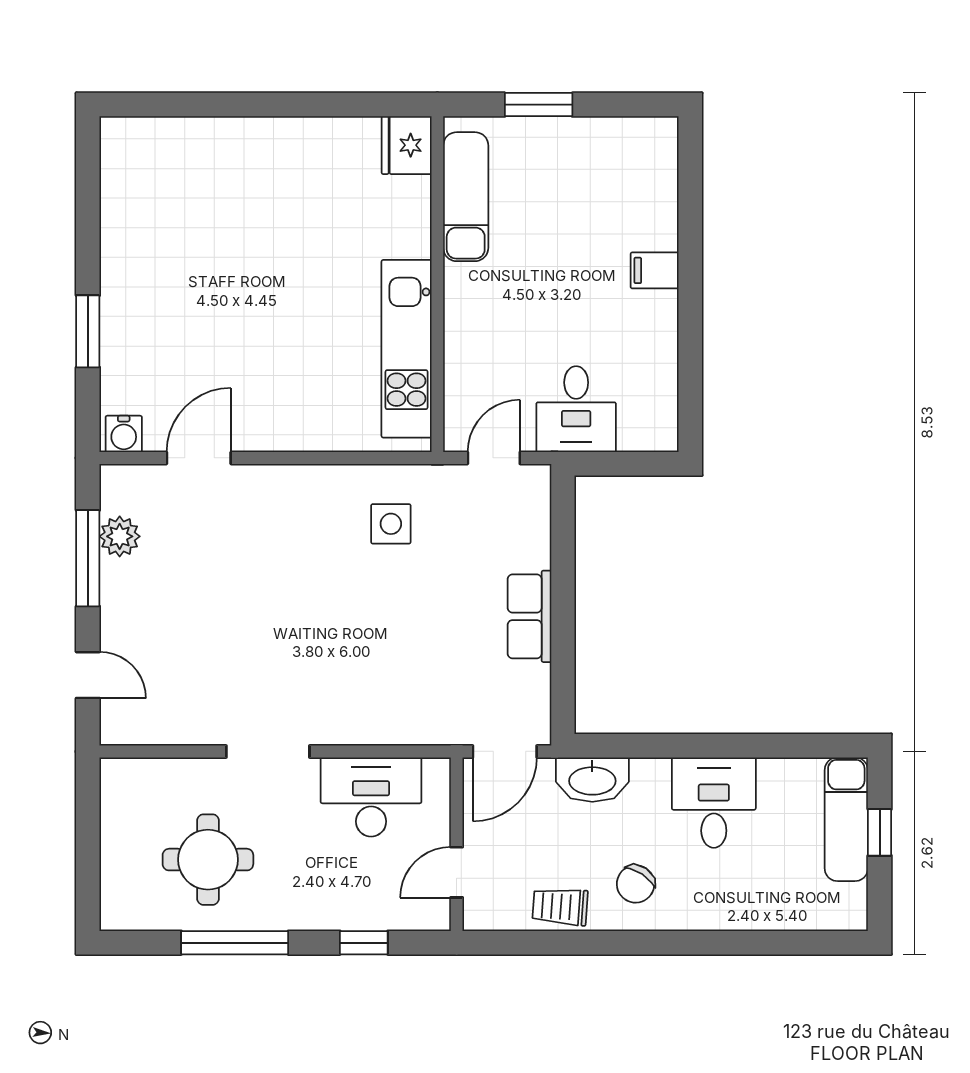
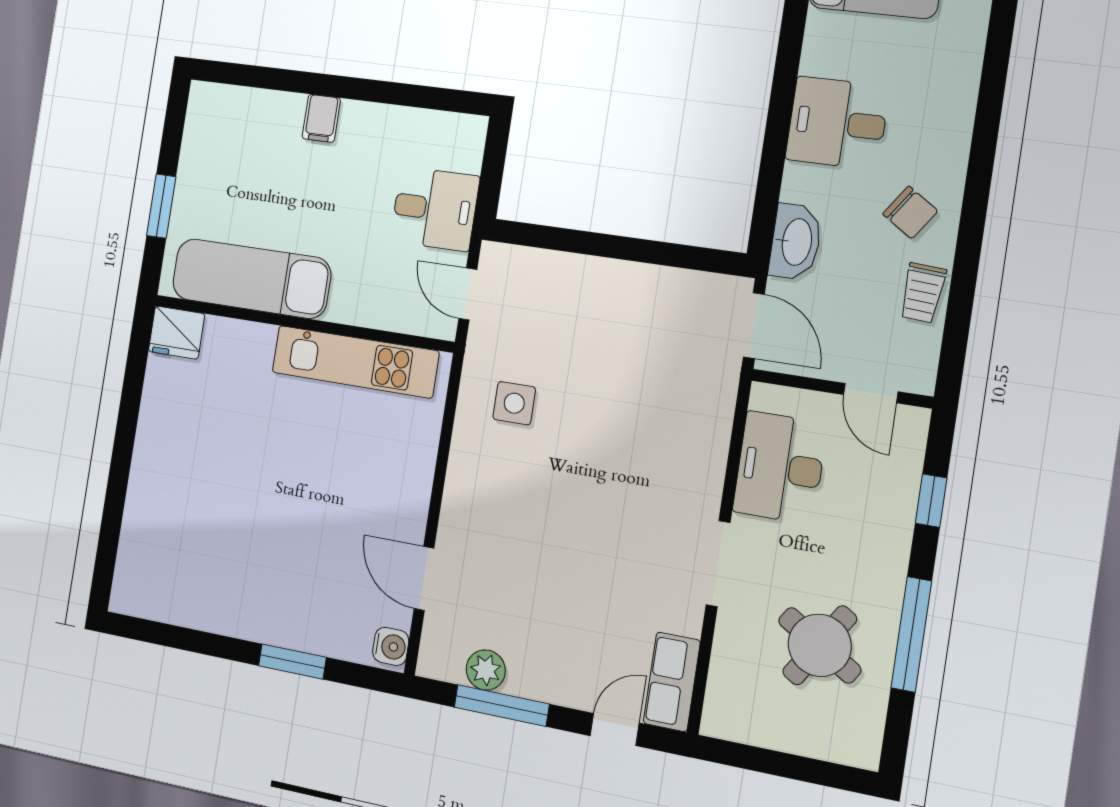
exam couch: (466, 197) -> (251, 279), width x1.36, depth x1.45
row of seats: (529, 616) -> (672, 682), moved, turned 90
round table: (208, 860) -> (820, 645), turned 32

